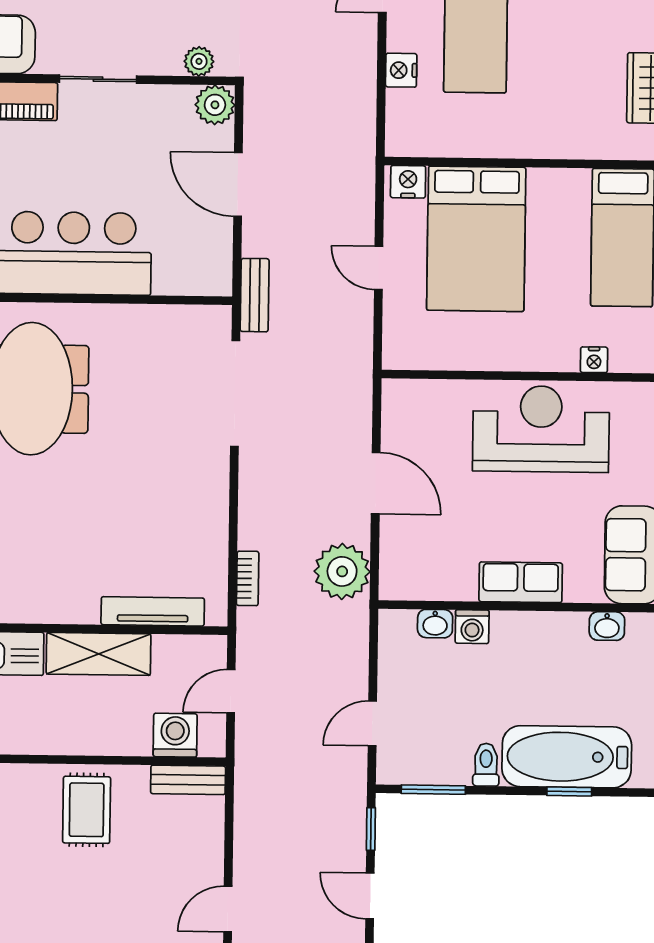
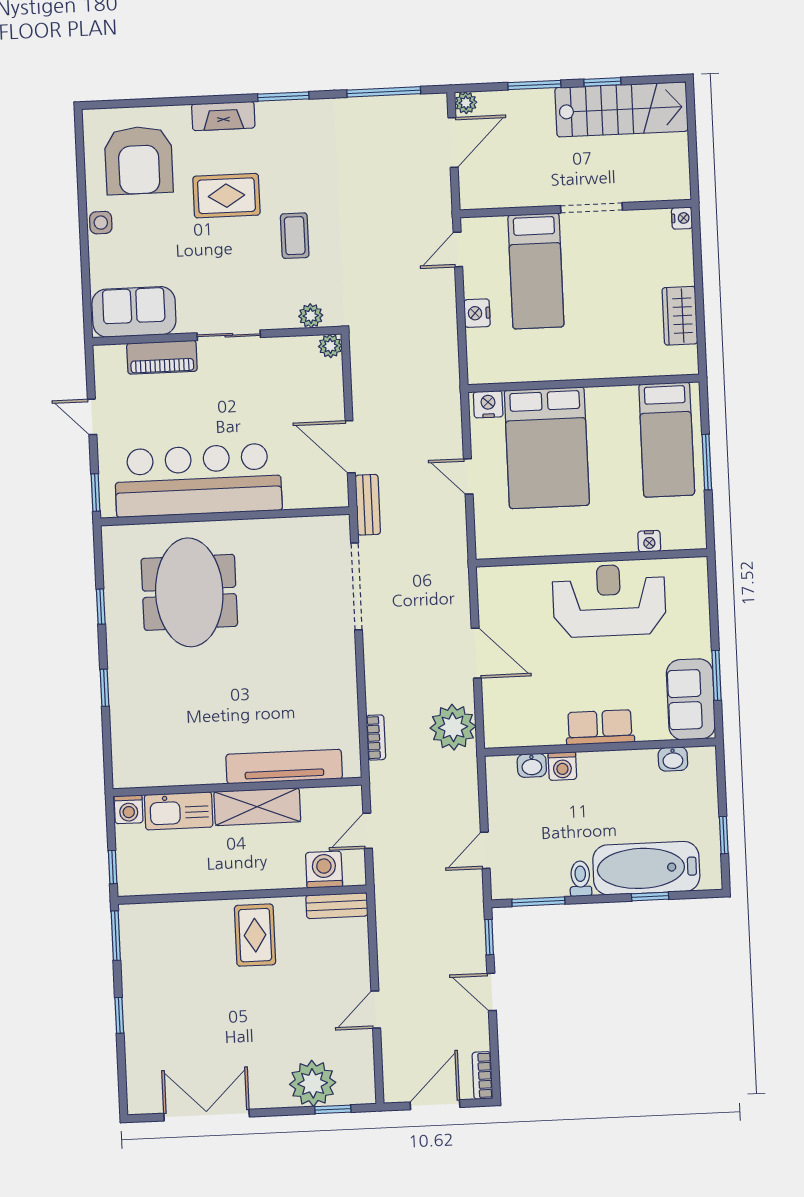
plant: (215, 105) -> (330, 346), width x0.73, depth x0.73
door: (238, 184) -> (350, 447), moved
tv unit: (153, 611) -> (284, 767), width x1.36, depth x1.29

